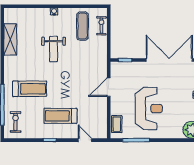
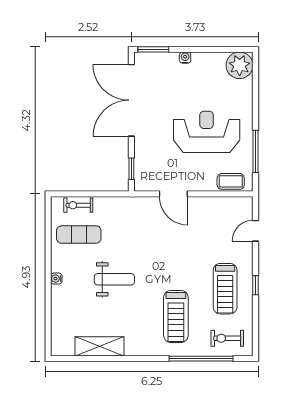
treadmill: (30, 89) -> (176, 316), turned 180
treadmill: (60, 116) -> (225, 289), moved

